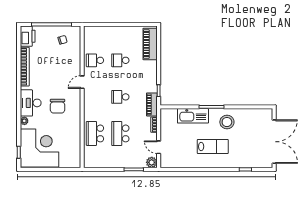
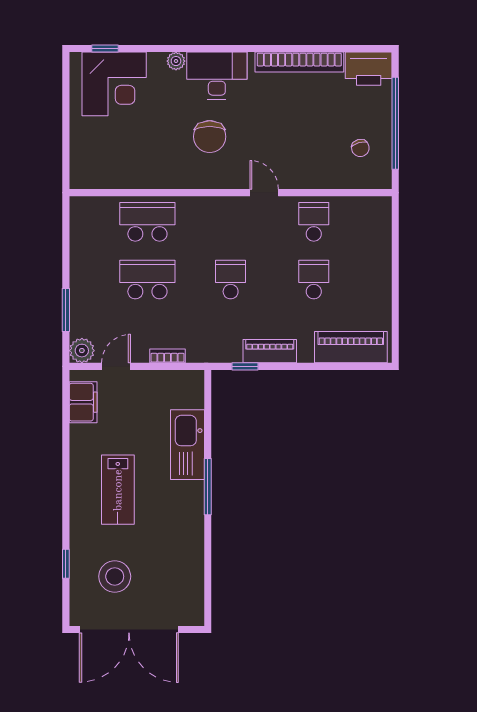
piano: (152, 104) -> (270, 351), moved
chair: (57, 106) -> (210, 137), turned -90
stool: (227, 122) -> (115, 576), moved
corner desk: (39, 148) -> (114, 84), width x0.74, depth x0.74
filing cabinet: (174, 162) -> (83, 402), added

